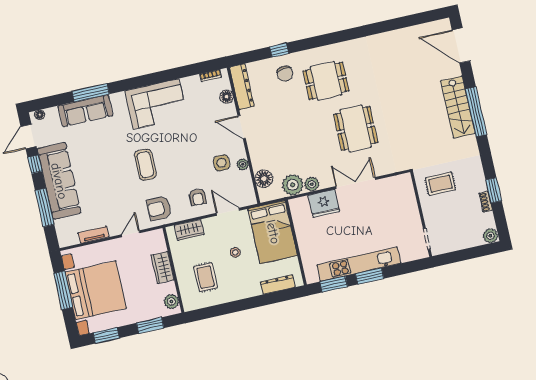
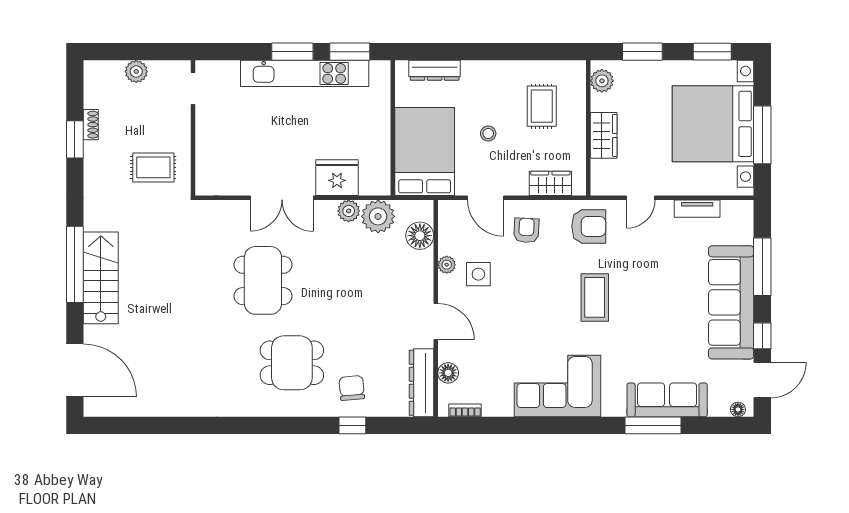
plant: (490, 236) -> (136, 71), moved

